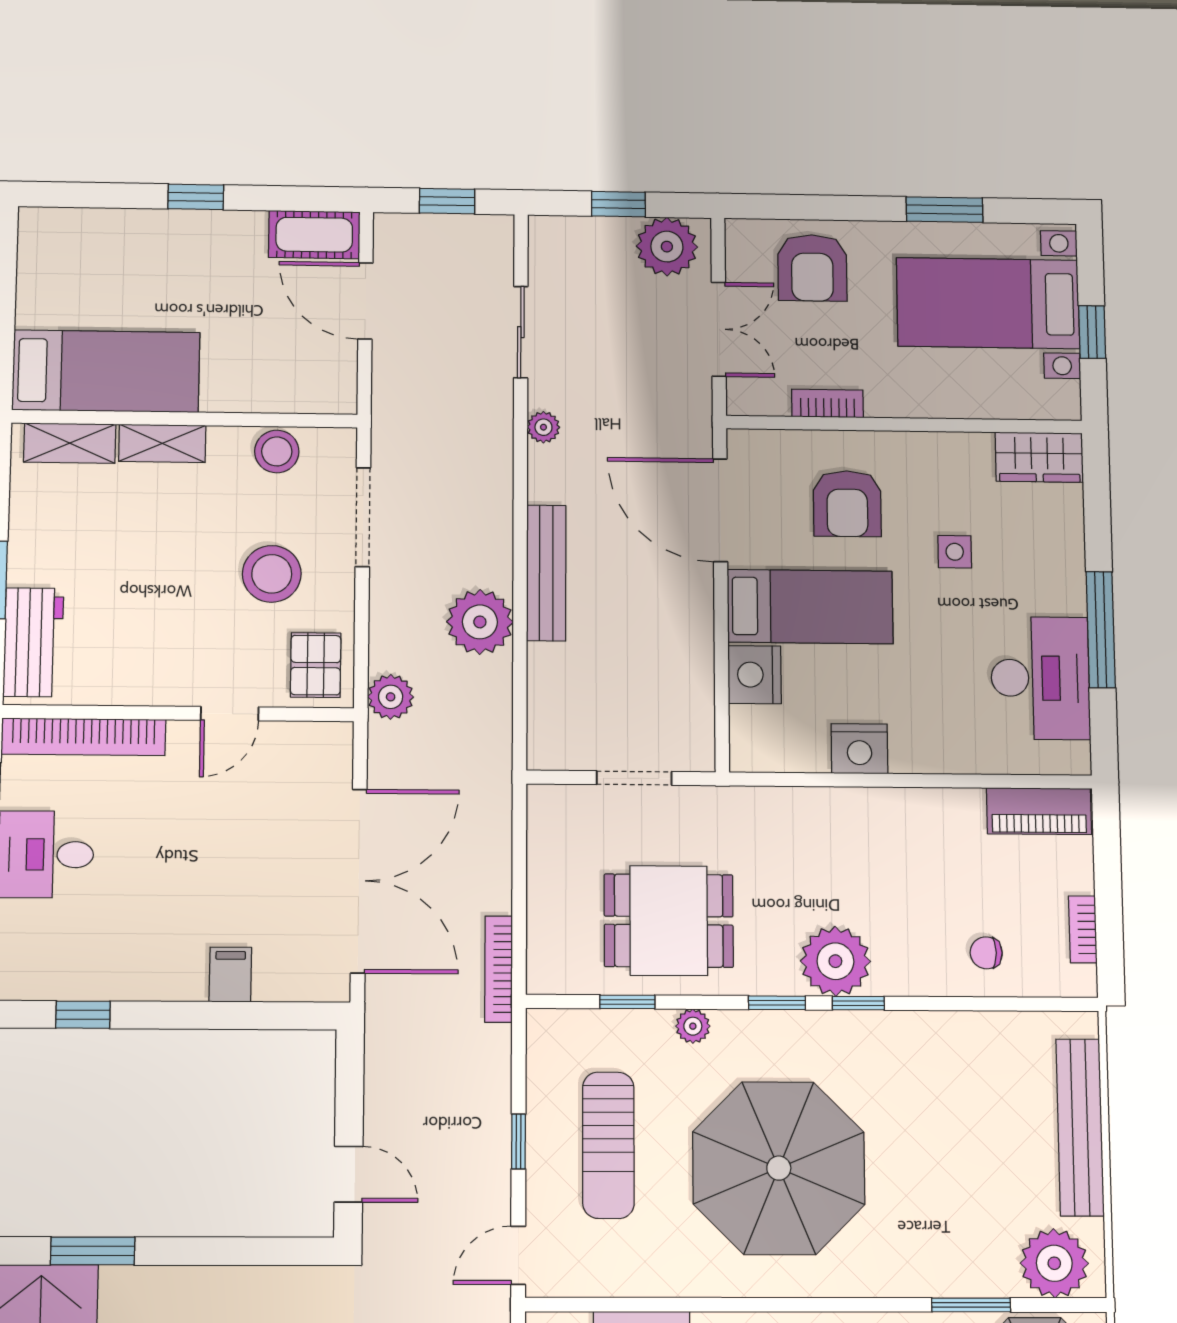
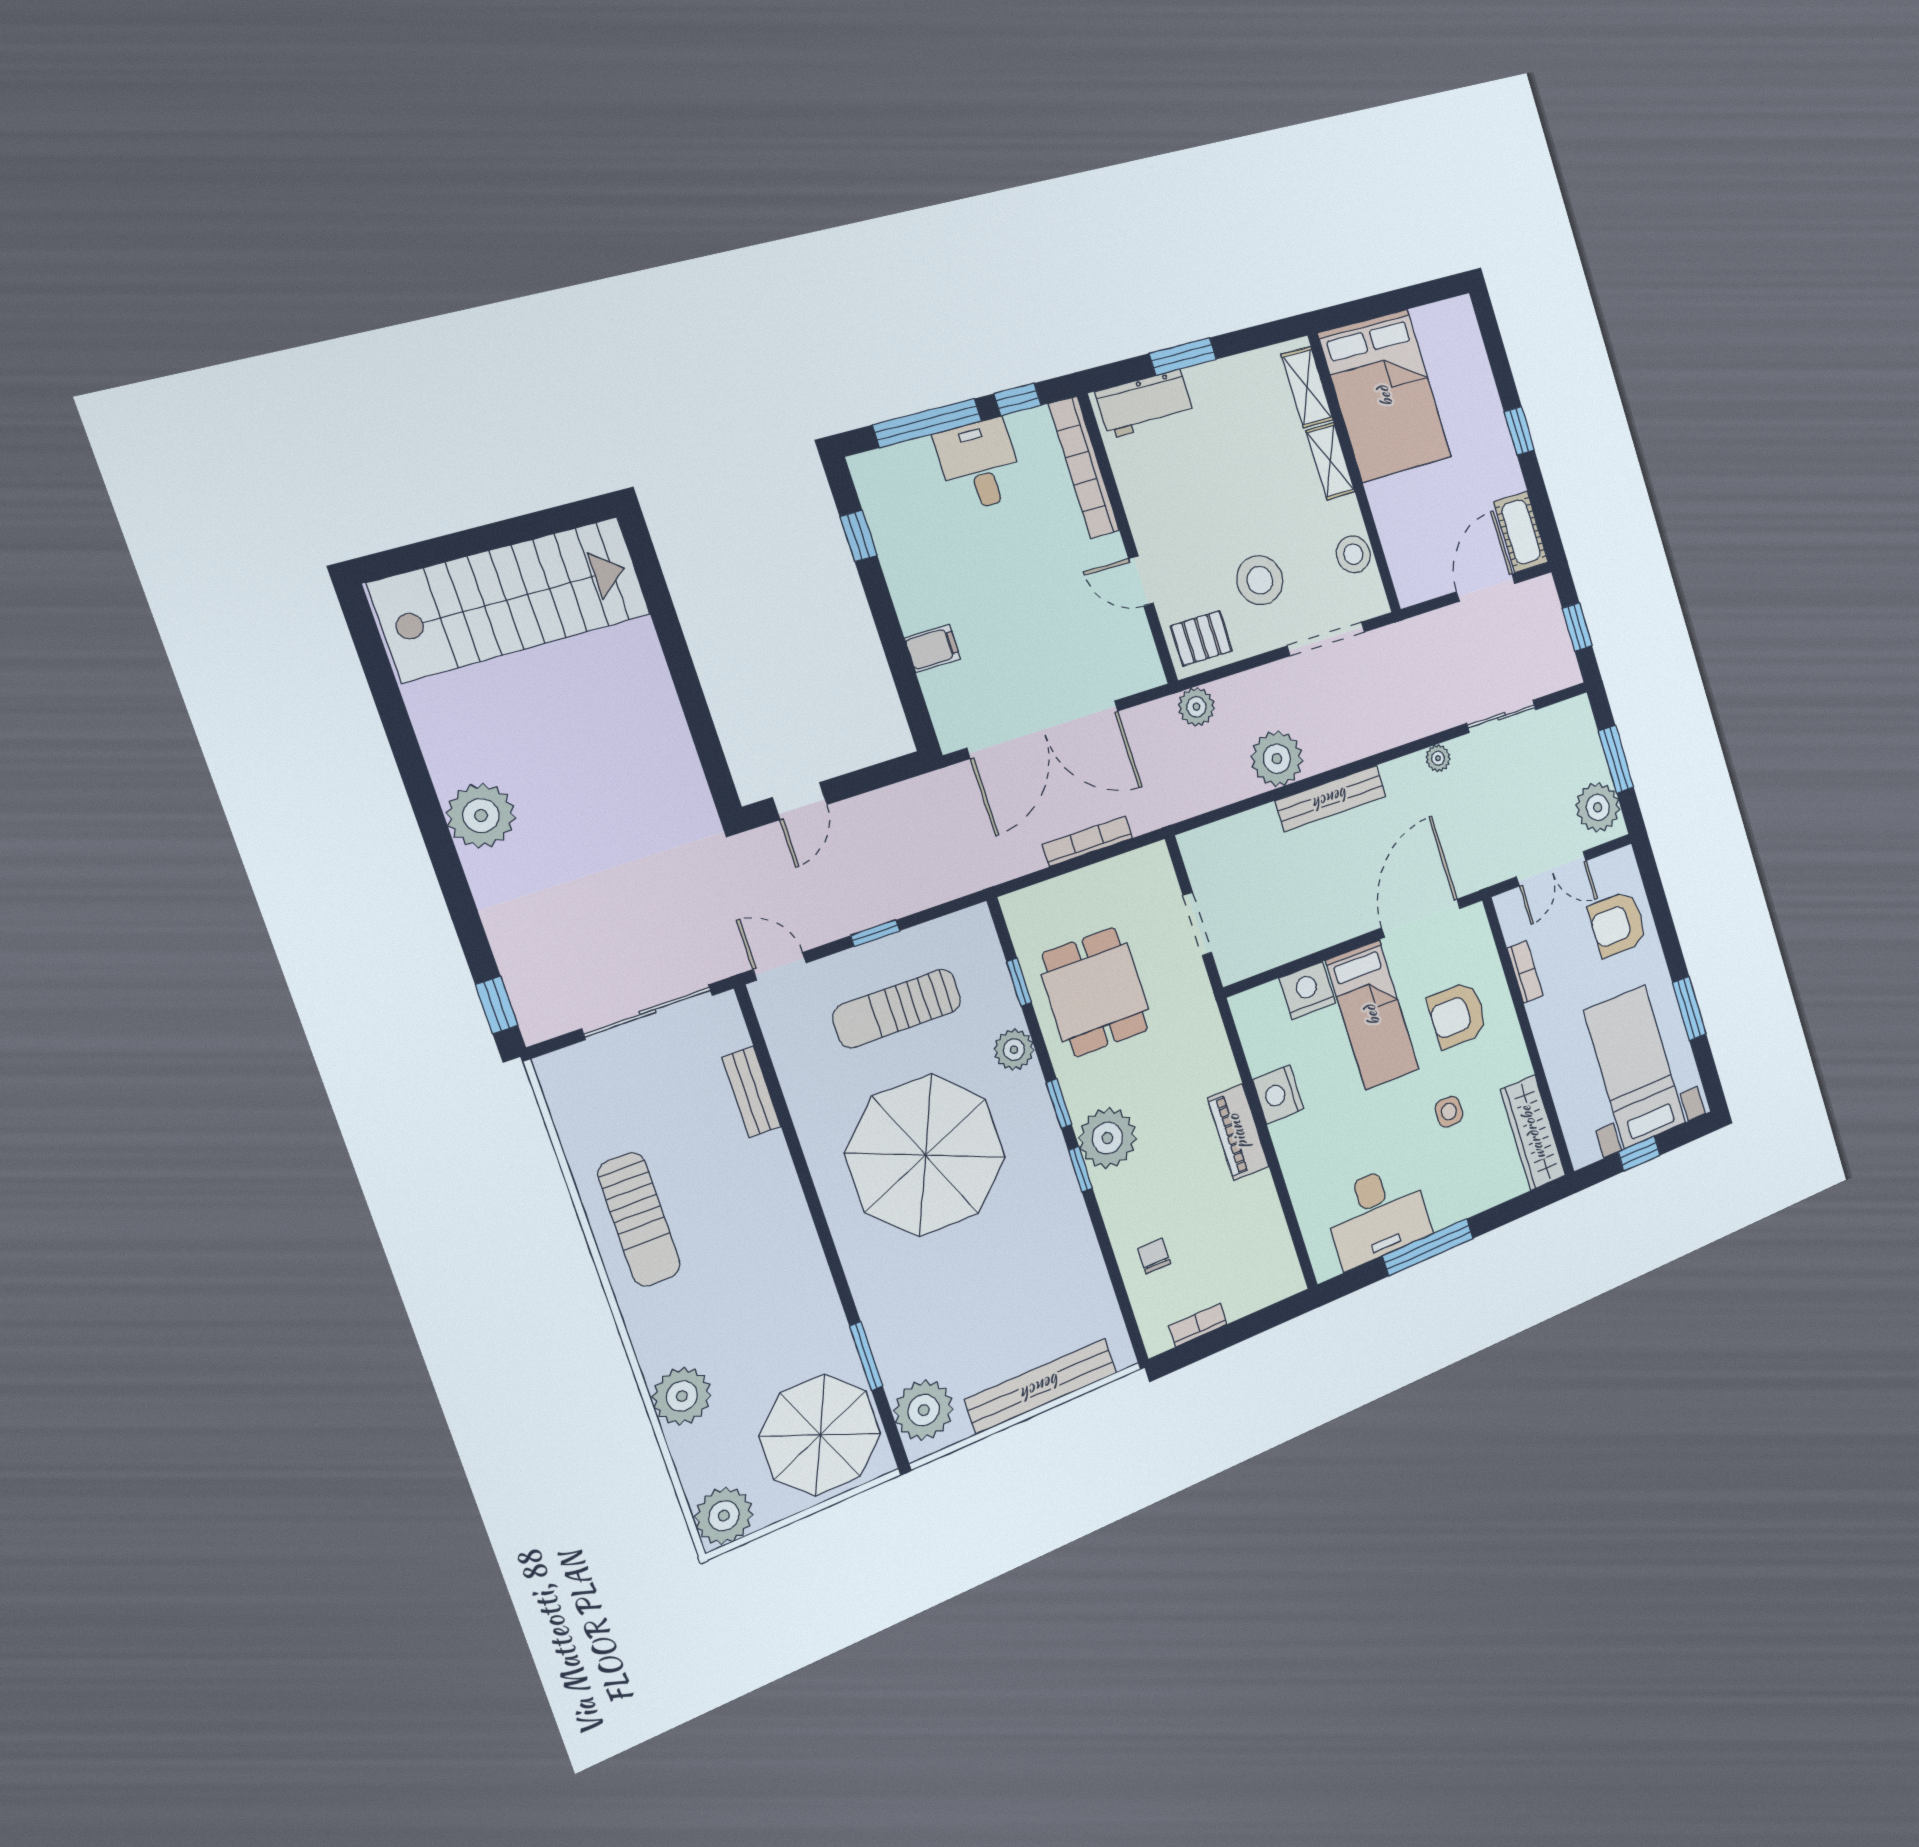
window: (618, 204) -> (1616, 759), width x1.50
bed: (106, 371) -> (1385, 396), width x1.50
wardrobe: (1039, 457) -> (1533, 1133), width x1.50
piano: (1039, 811) -> (1238, 1132), moved
bookcase: (499, 969) -> (1088, 841), moved
plant: (693, 1026) -> (1014, 1050), width x1.38, depth x1.38
window: (93, 1251) -> (660, 605), removed

